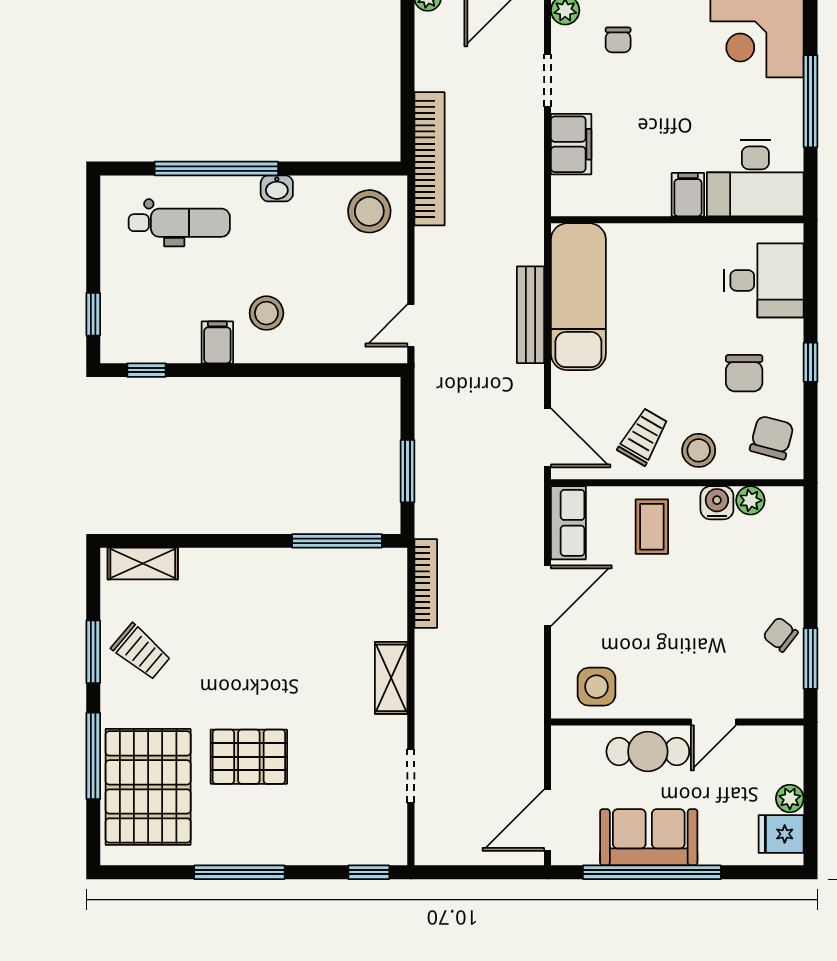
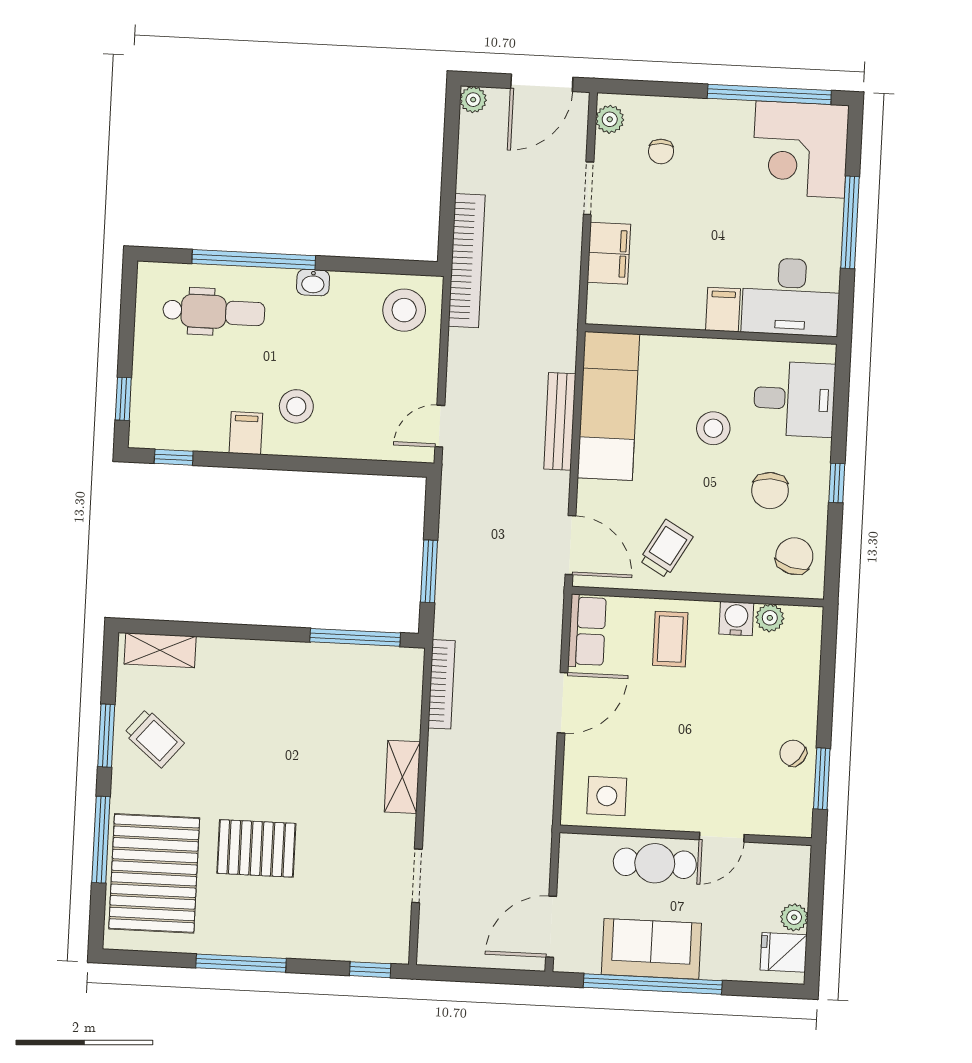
stool: (699, 450) -> (713, 428), moved

